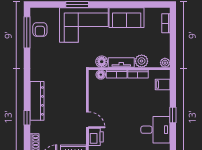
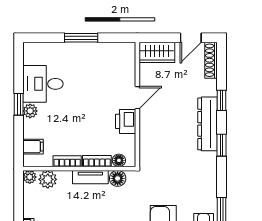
plant: (142, 61) -> (48, 179), moved
window: (27, 86) -> (221, 145), added
plant: (165, 110) -> (30, 111), added
door: (87, 120) -> (137, 98), swing flipped
printer: (96, 137) -> (126, 121), moved

